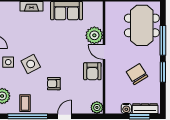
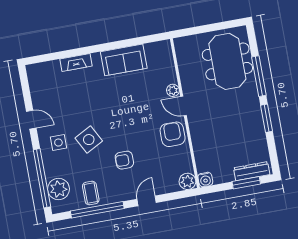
plant: (94, 35) -> (173, 90), width x0.53, depth x0.53
armchair: (92, 71) -> (173, 134), turned 180
chair: (137, 74) -> (233, 127), removed
water cooler: (126, 108) -> (205, 180), moved

